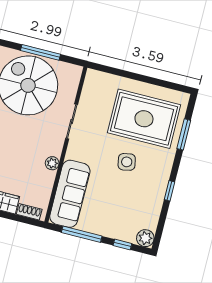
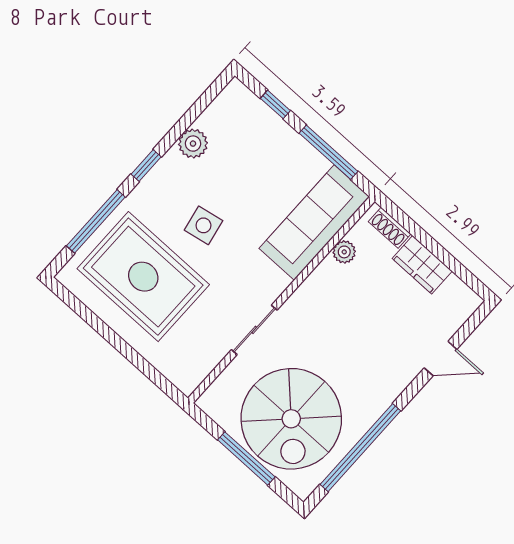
window: (184, 134) -> (96, 221), width x1.44
plant: (52, 163) -> (344, 252), moved
window: (170, 191) -> (146, 166), moved
plant: (145, 238) -> (193, 144), moved

